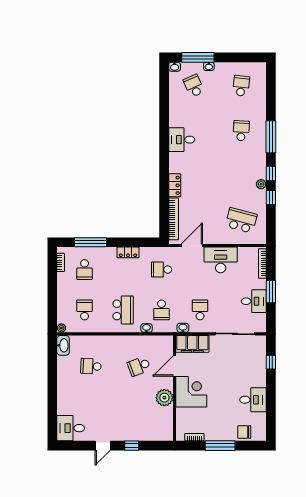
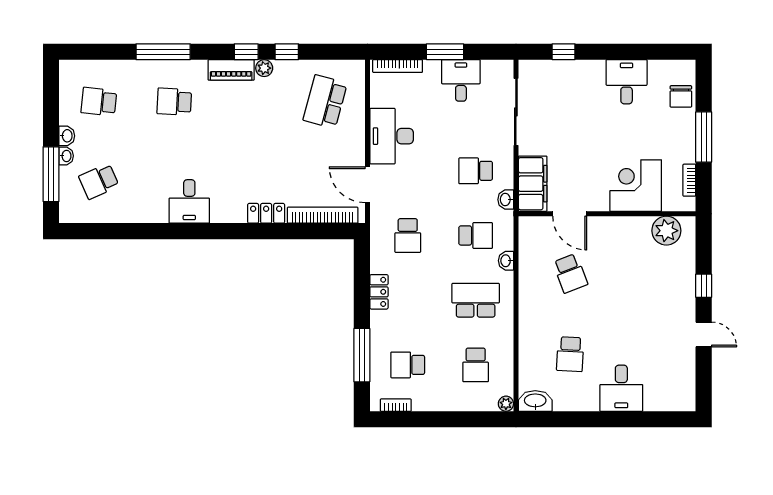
washbasin: (175, 67) -> (67, 136), moved
window: (271, 137) -> (163, 52), moved
piano: (260, 165) -> (231, 70), added
school desk: (85, 270) -> (408, 365), turned 180
school desk: (85, 310) -> (476, 365), turned -90
corner desk: (191, 392) -> (636, 186), moved
plant: (164, 398) -> (666, 231), moved
desk: (71, 428) -> (621, 388), moved

